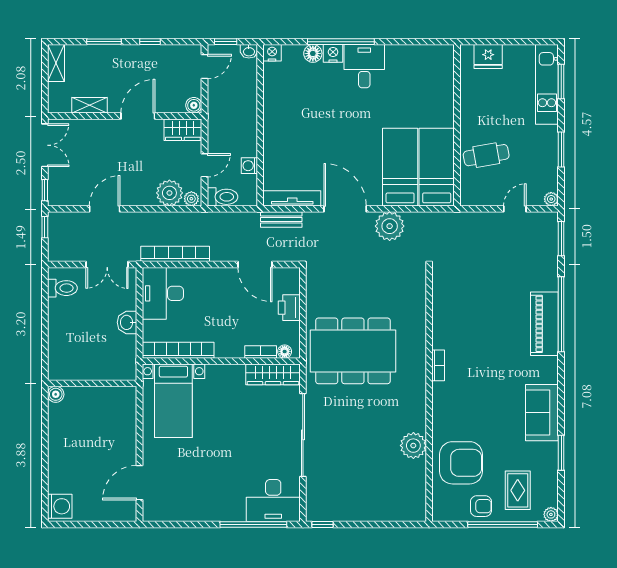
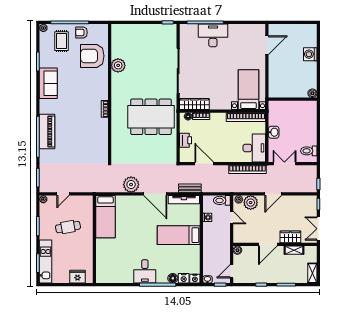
nightstand: (333, 53) -> (184, 278), moved
wardrobe: (183, 130) -> (290, 237), moved
cafe table: (486, 155) -> (68, 227), moved
door: (204, 165) -> (232, 218), swing flipped
bed: (400, 167) -> (179, 235), moved, turned 90
door: (105, 209) -> (273, 194), moved
desk: (273, 501) -> (213, 35), moved
washing machine: (60, 506) -> (310, 54), moved

